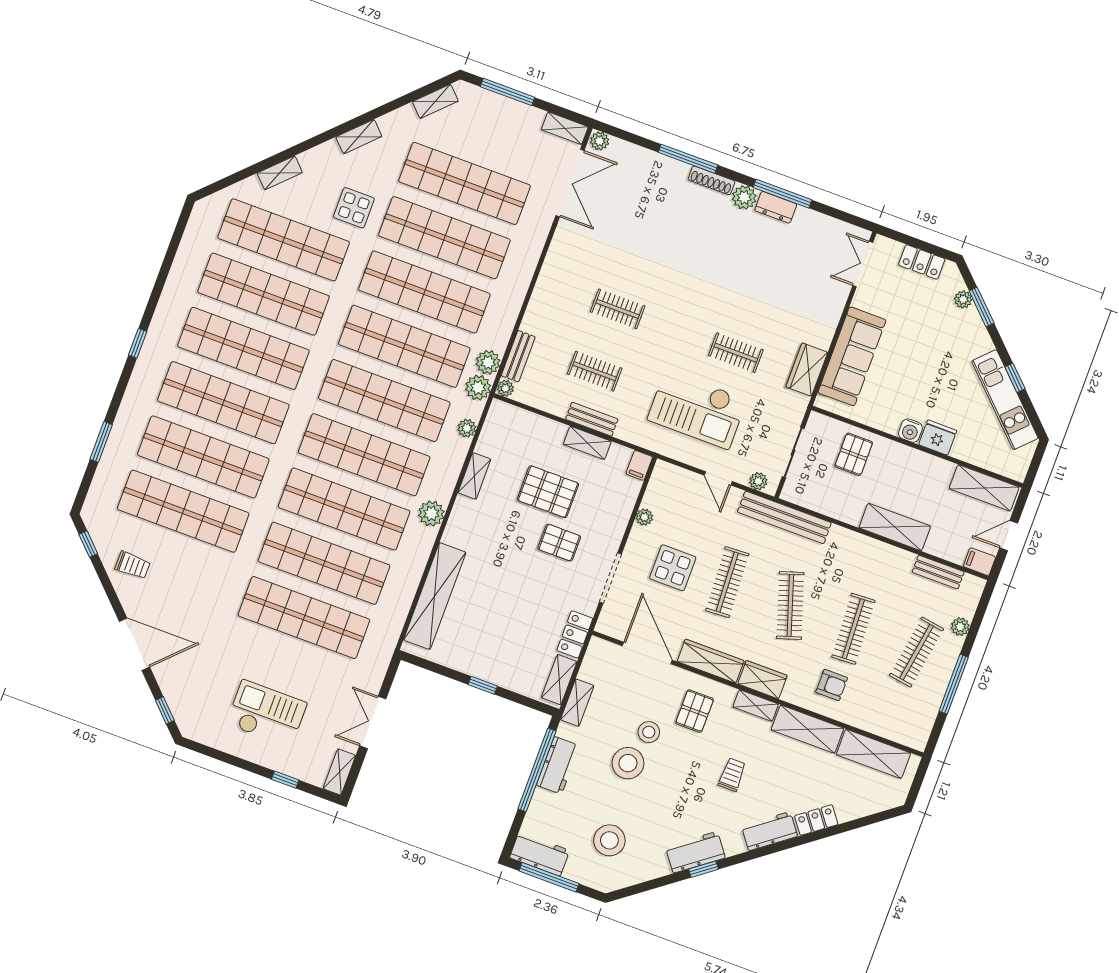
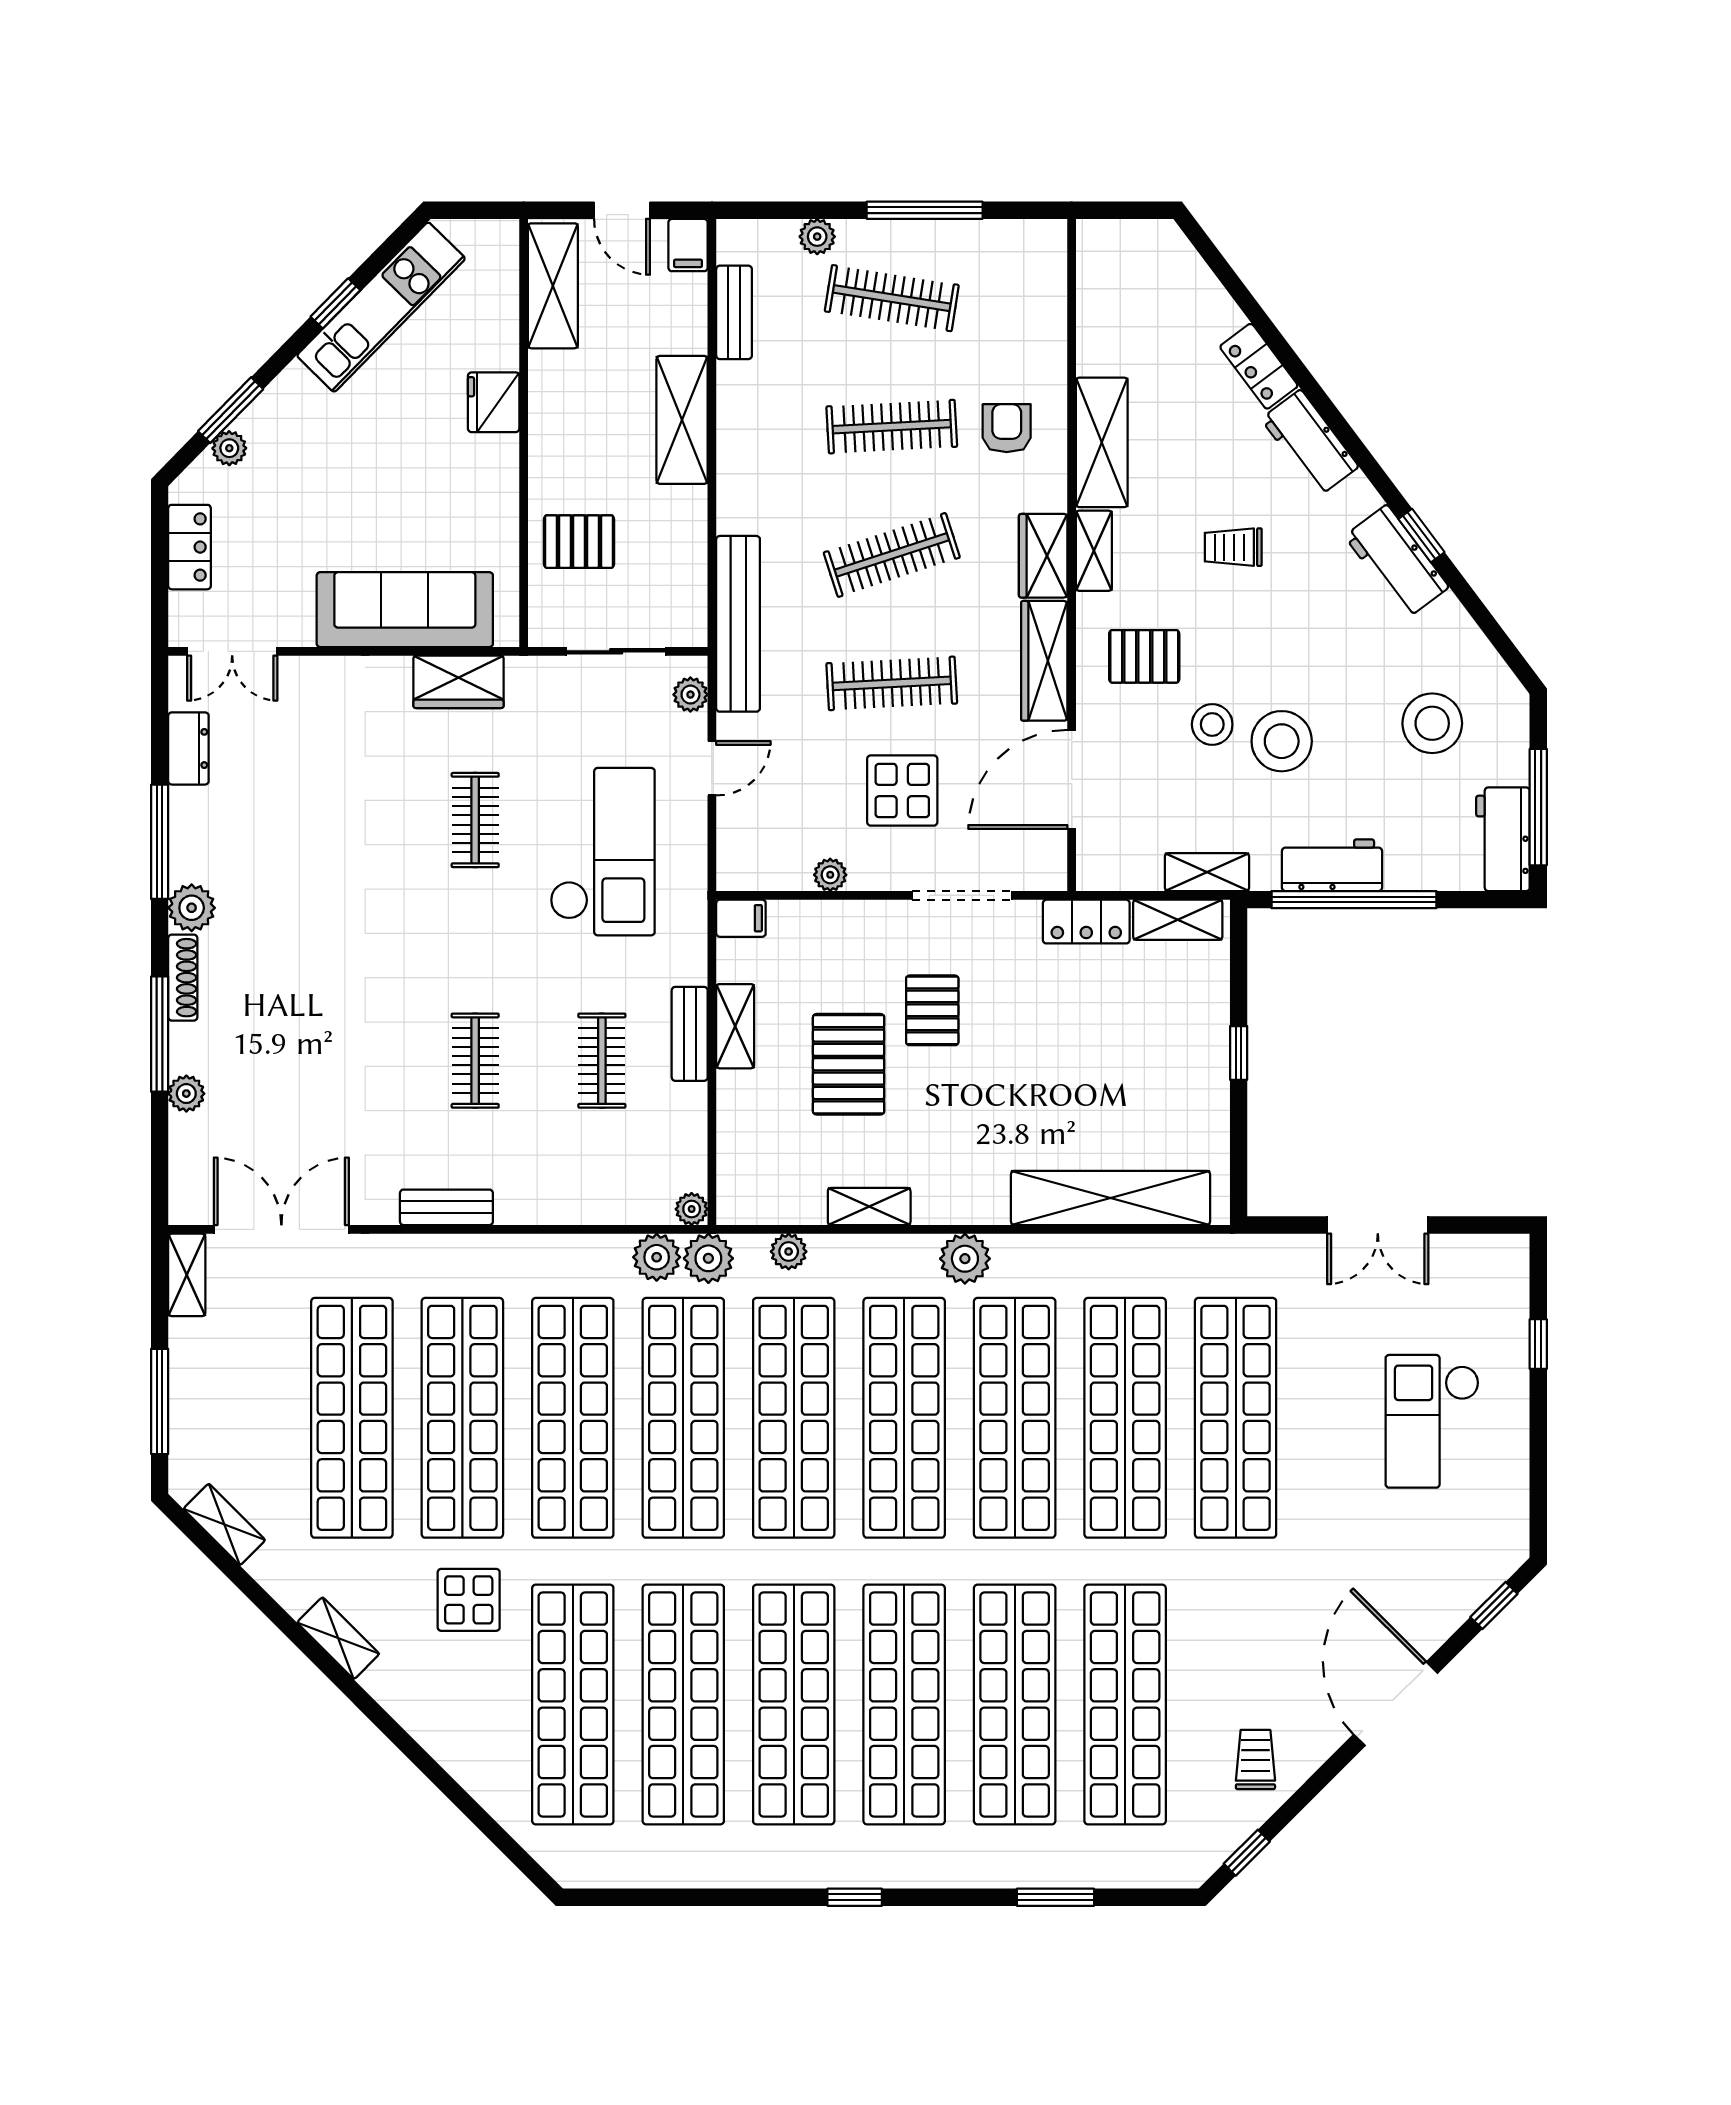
plant: (600, 141) -> (186, 1094), moved
shelving: (280, 173) -> (455, 1756), removed
dresser: (776, 207) -> (188, 748), moved
bench: (518, 356) -> (446, 1207), moved
water cooler: (910, 431) -> (499, 456), removed
shelving: (873, 754) -> (1102, 308), removed
shelving: (339, 772) -> (1489, 1252), removed

